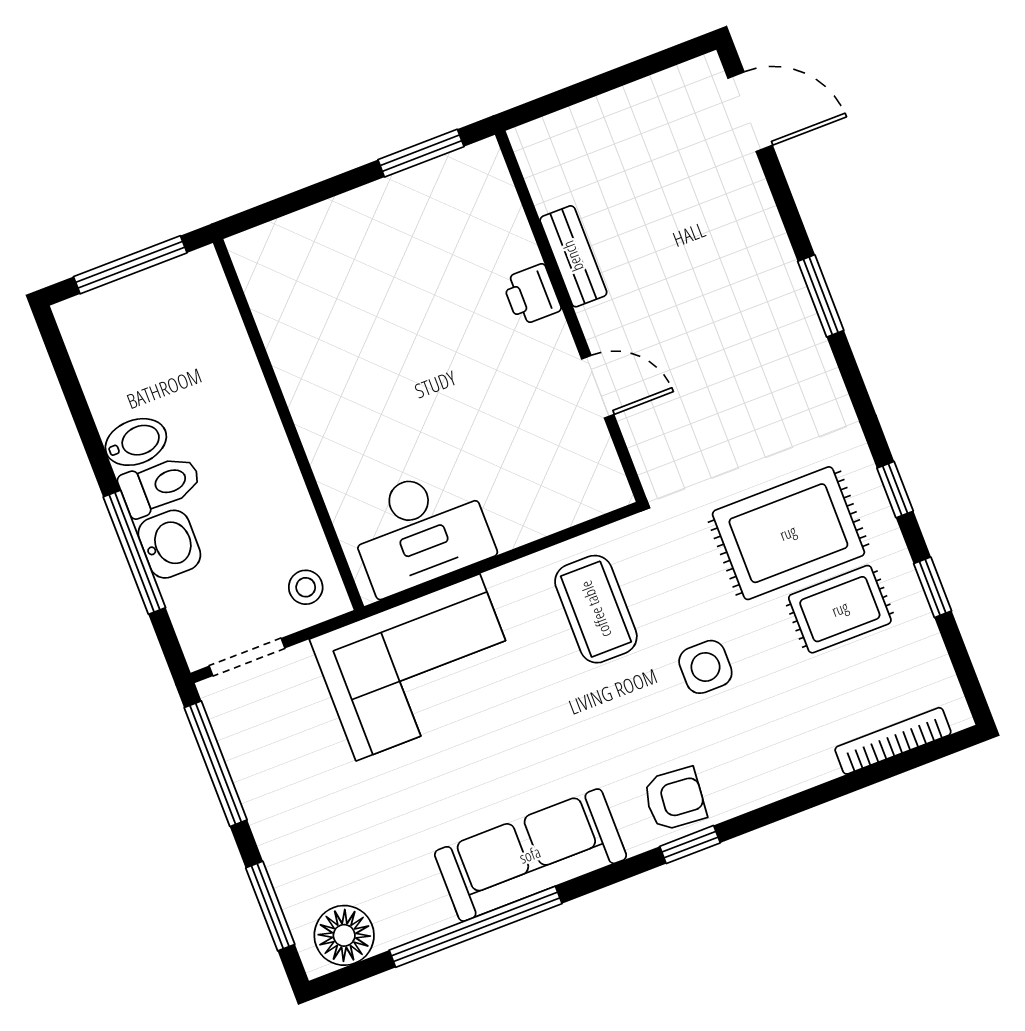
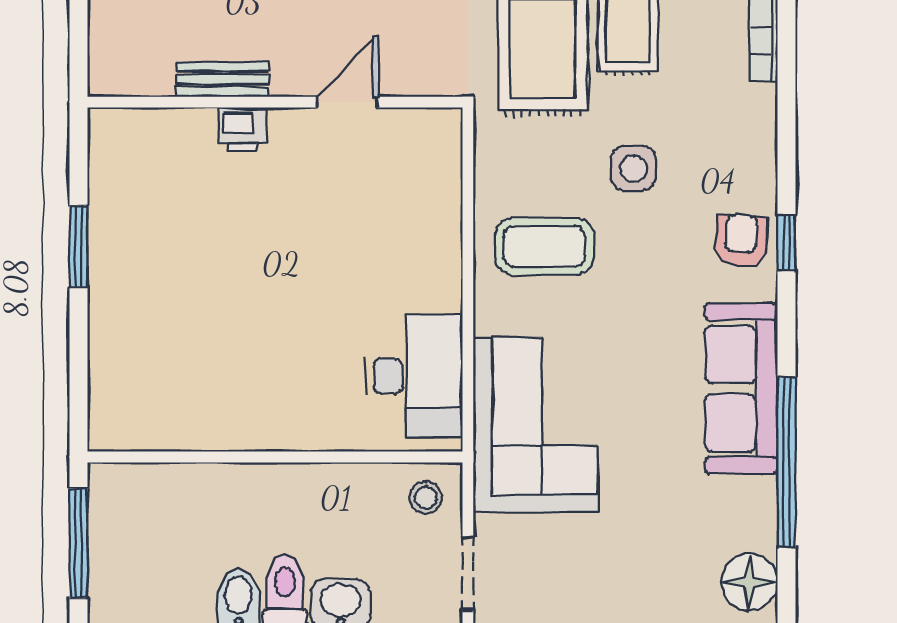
bench: (573, 256) -> (223, 79), moved
printer: (532, 295) -> (242, 130), moved
wall: (571, 316) -> (275, 102), moved
door: (598, 387) -> (347, 102), moved

